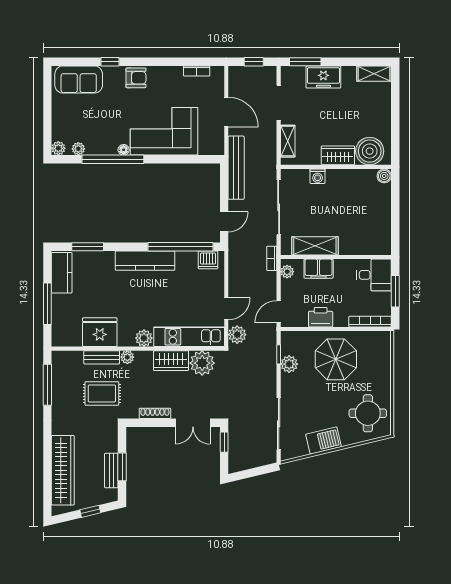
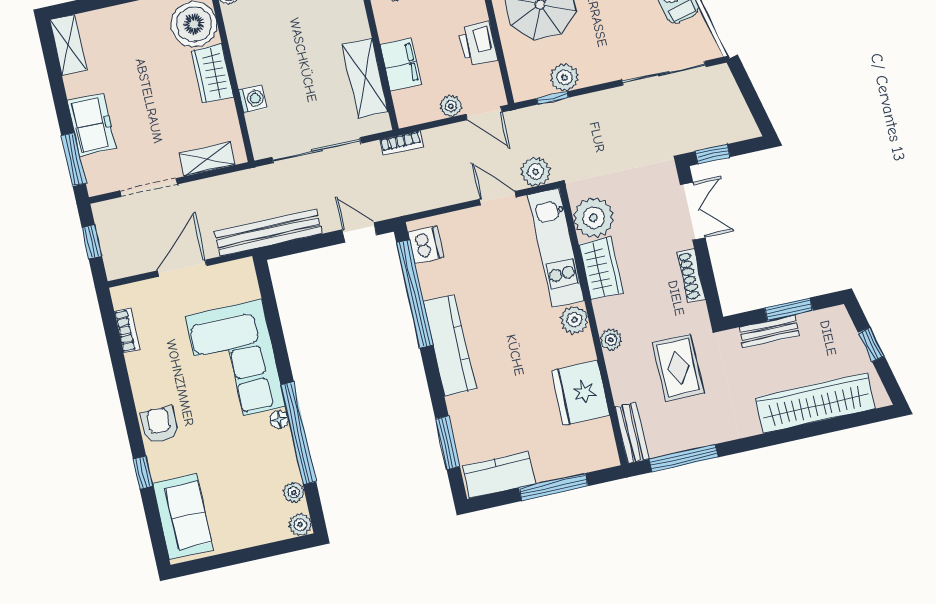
plant: (287, 272) -> (451, 106), moved
bench: (102, 357) -> (632, 433), moved
bench: (111, 471) -> (769, 332), moved

